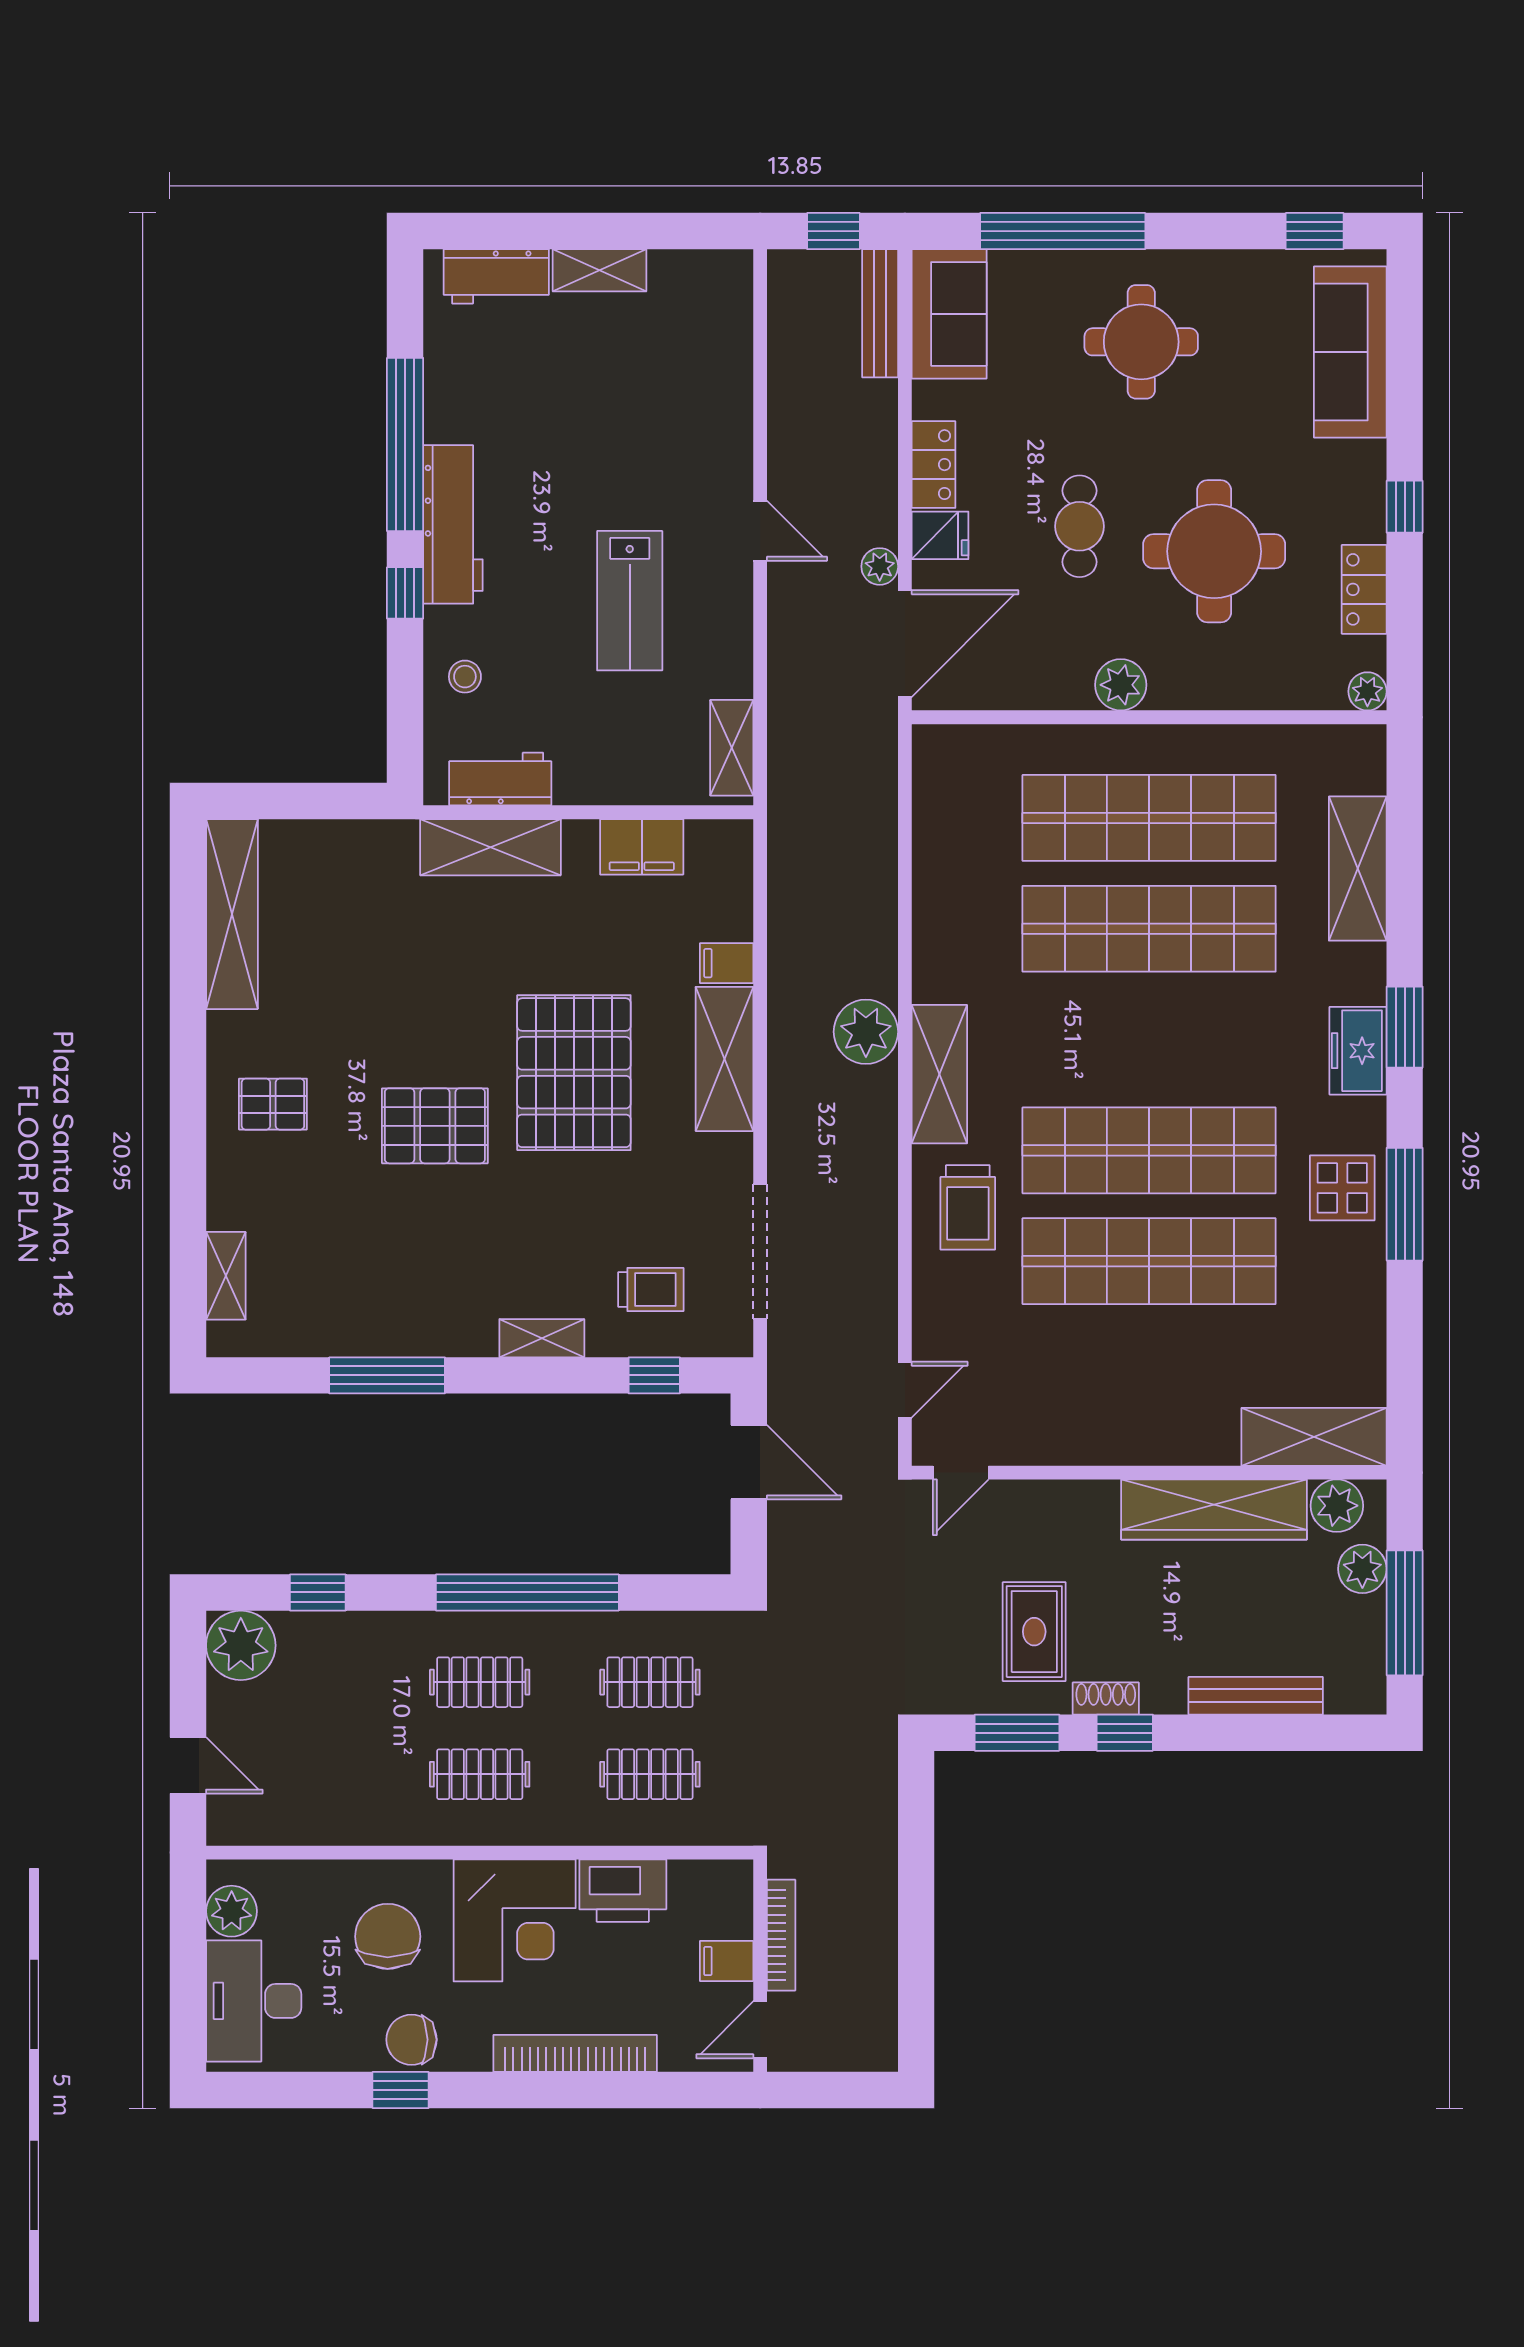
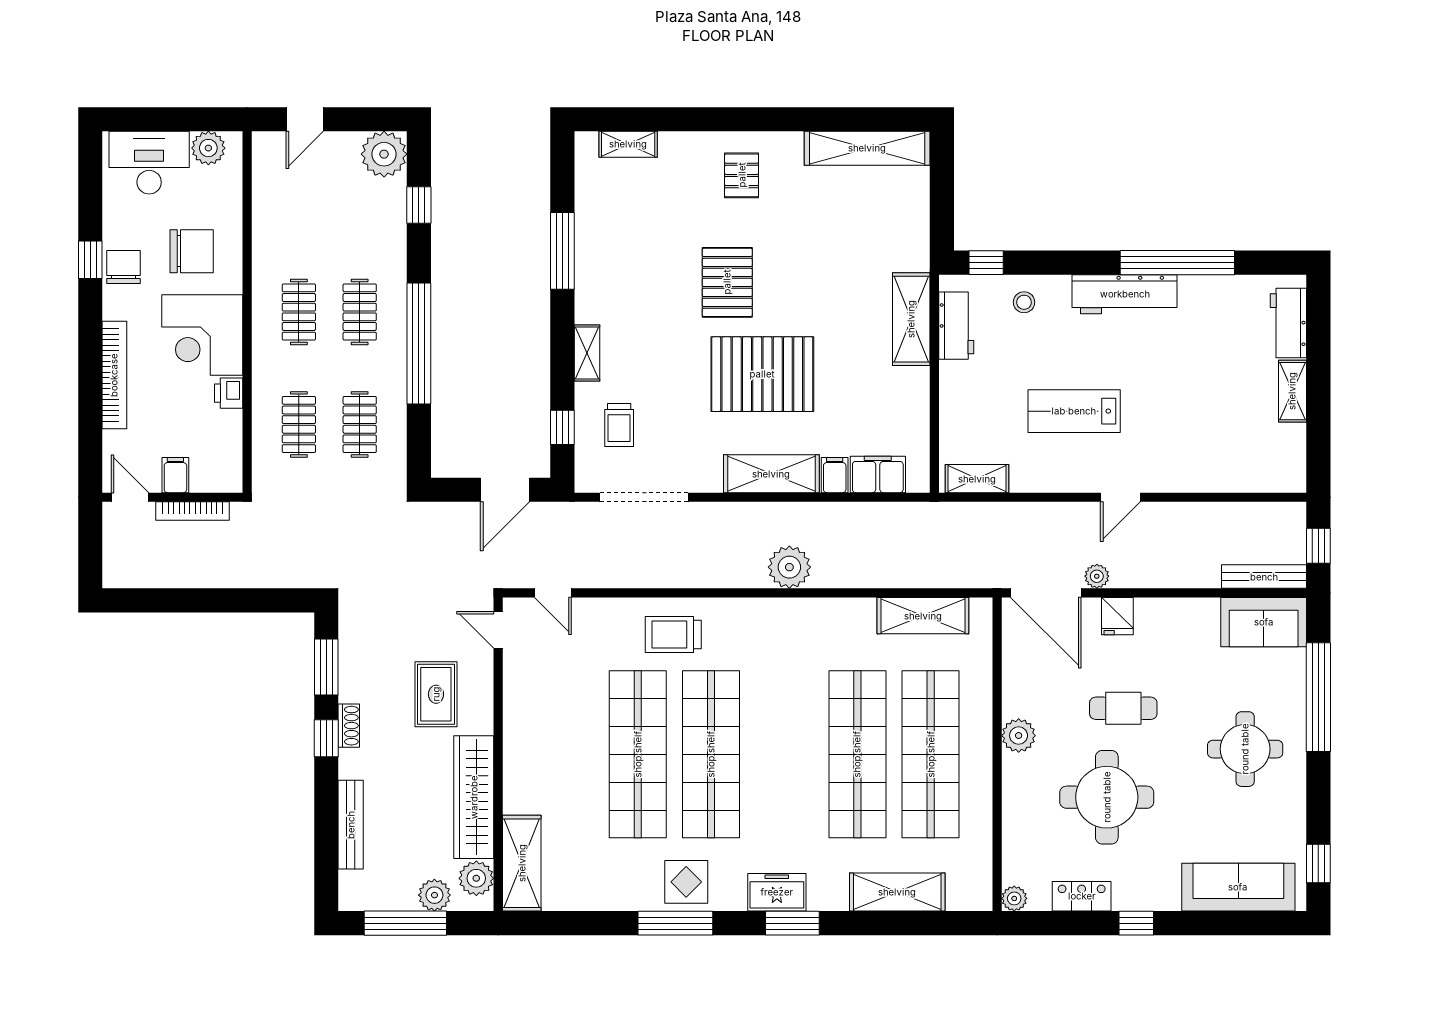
locker: (934, 465) -> (1164, 612), removed
window: (405, 593) -> (986, 263), moved
filing cabinet: (642, 847) -> (878, 474), moved, turned 90
shelving: (939, 1074) -> (923, 616), moved
rug: (1034, 1632) -> (436, 694), moved, turned 90
printer: (623, 1891) -> (229, 393), width x0.53, depth x0.68

